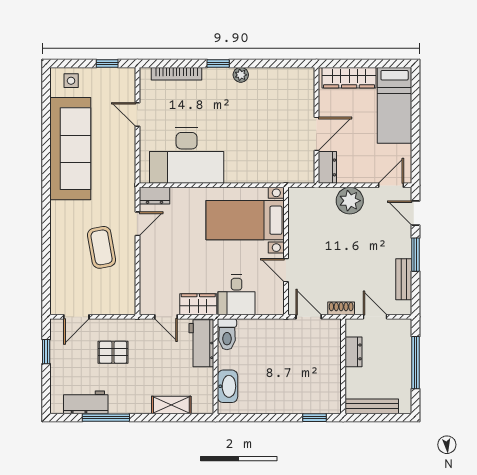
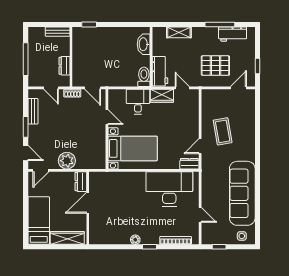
pallet: (113, 352) -> (215, 66), width x1.50, depth x1.42
bench: (372, 406) -> (58, 32), width x0.73

